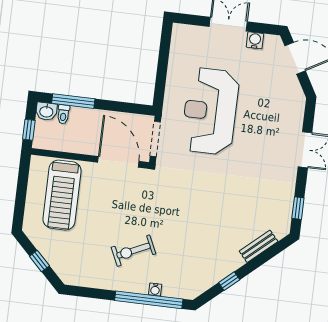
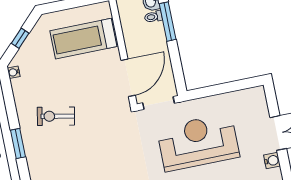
exercise bike: (133, 251) -> (56, 116), turned -54
water cooler: (155, 289) -> (14, 72), moved
window: (149, 300) -> (18, 143), width x0.47

